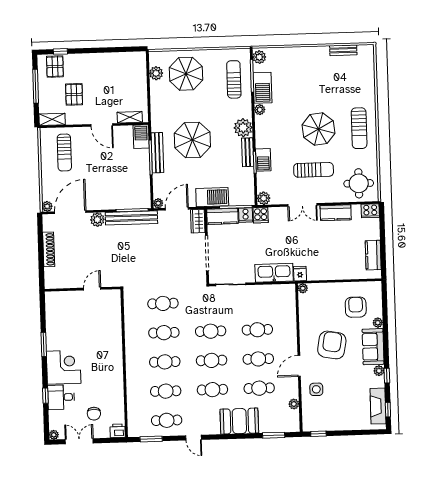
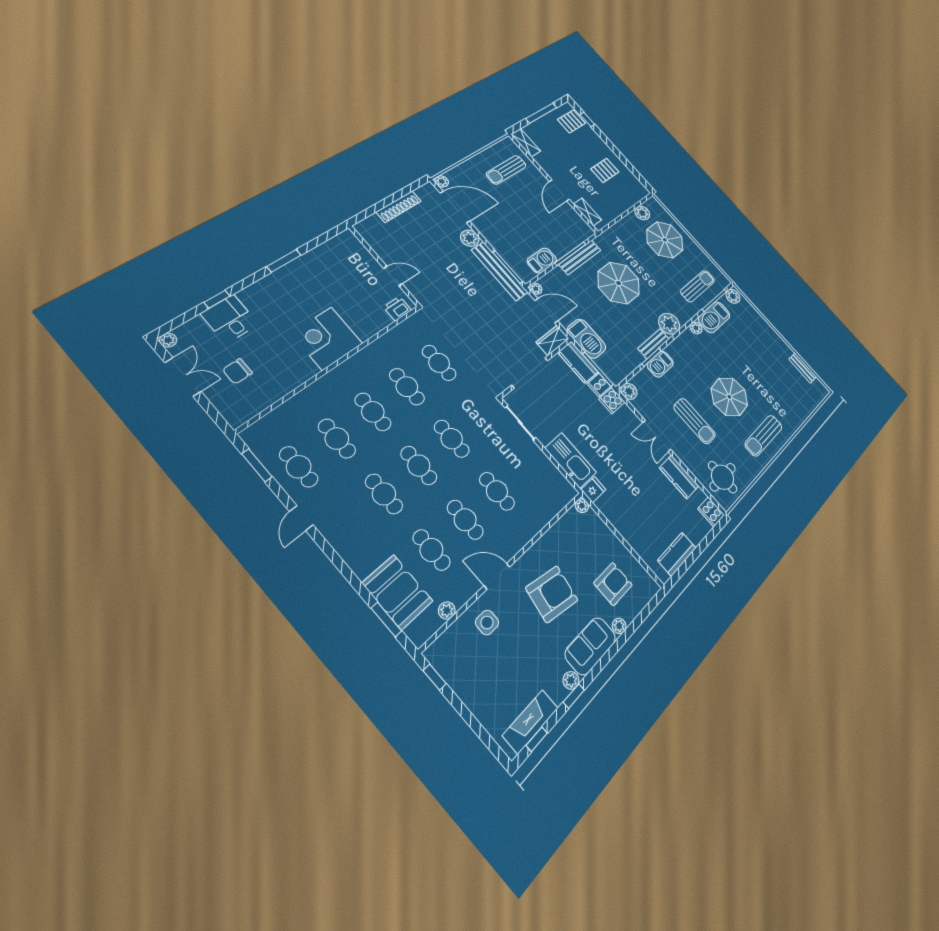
pallet: (74, 94) -> (605, 170), moved
barbecue: (141, 137) -> (542, 260), moved
corner desk: (64, 367) -> (327, 338), moved, turned 180
booth: (239, 421) -> (397, 592), moved
printer: (118, 431) -> (397, 309), moved, turned -90

